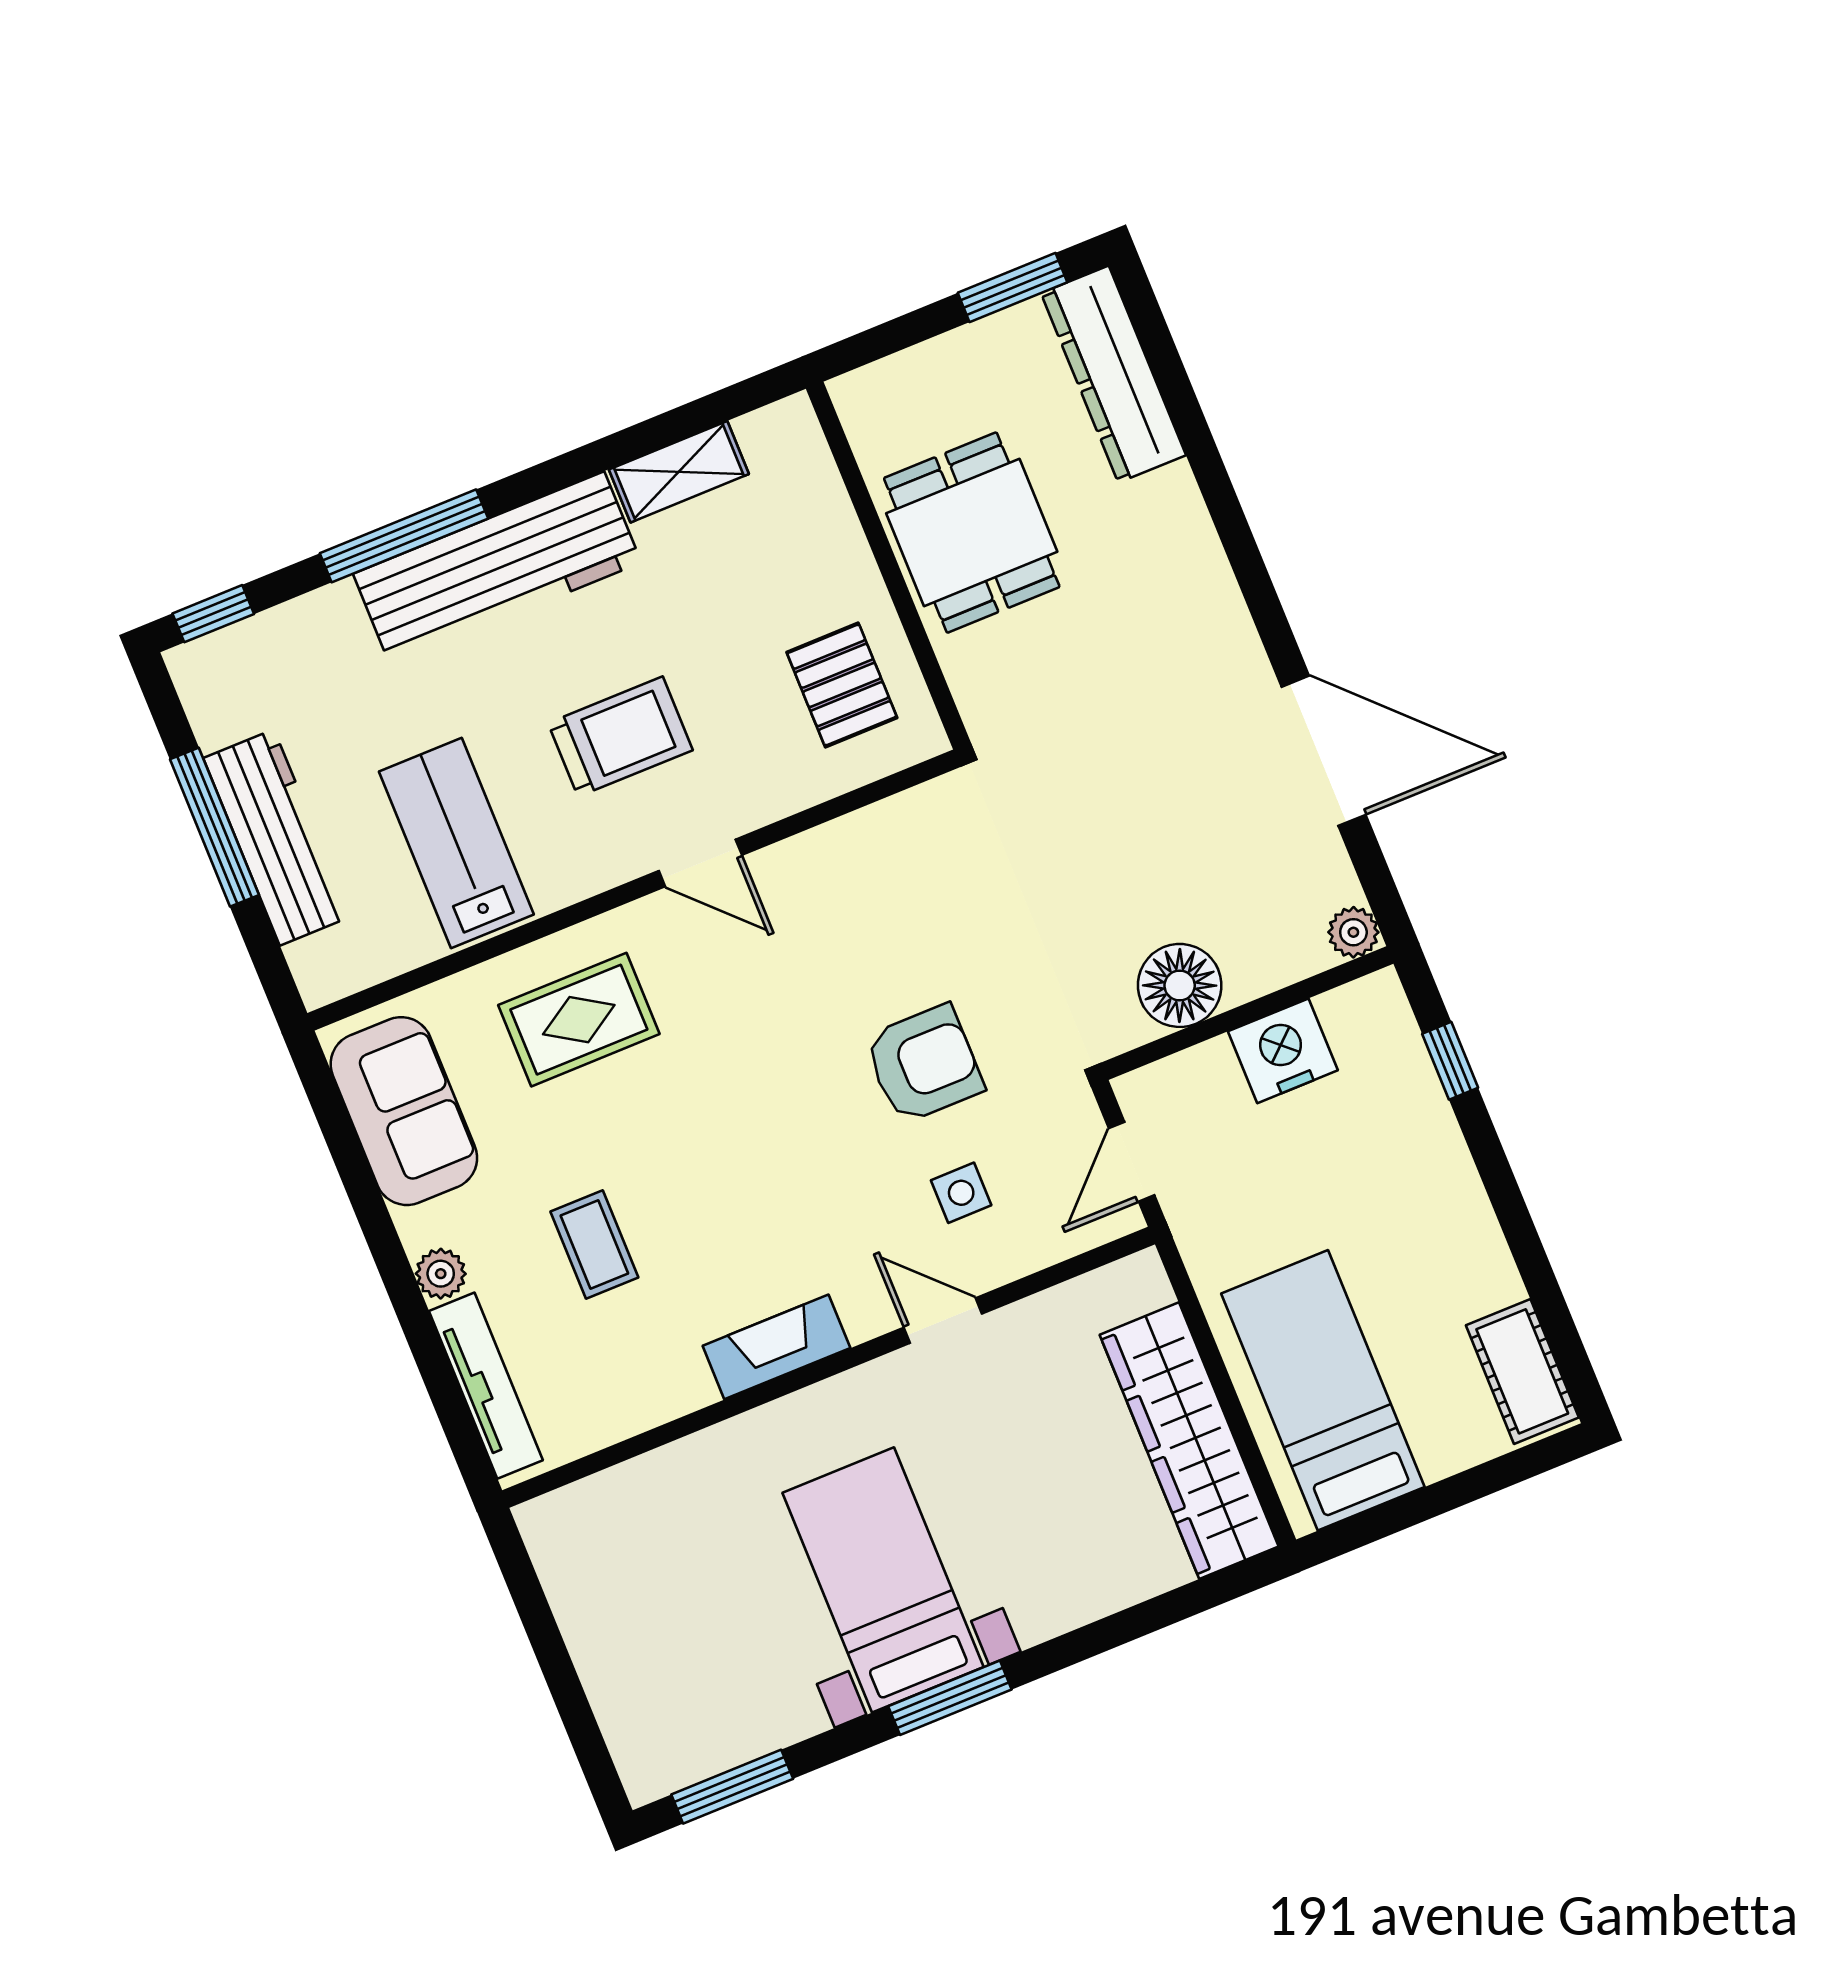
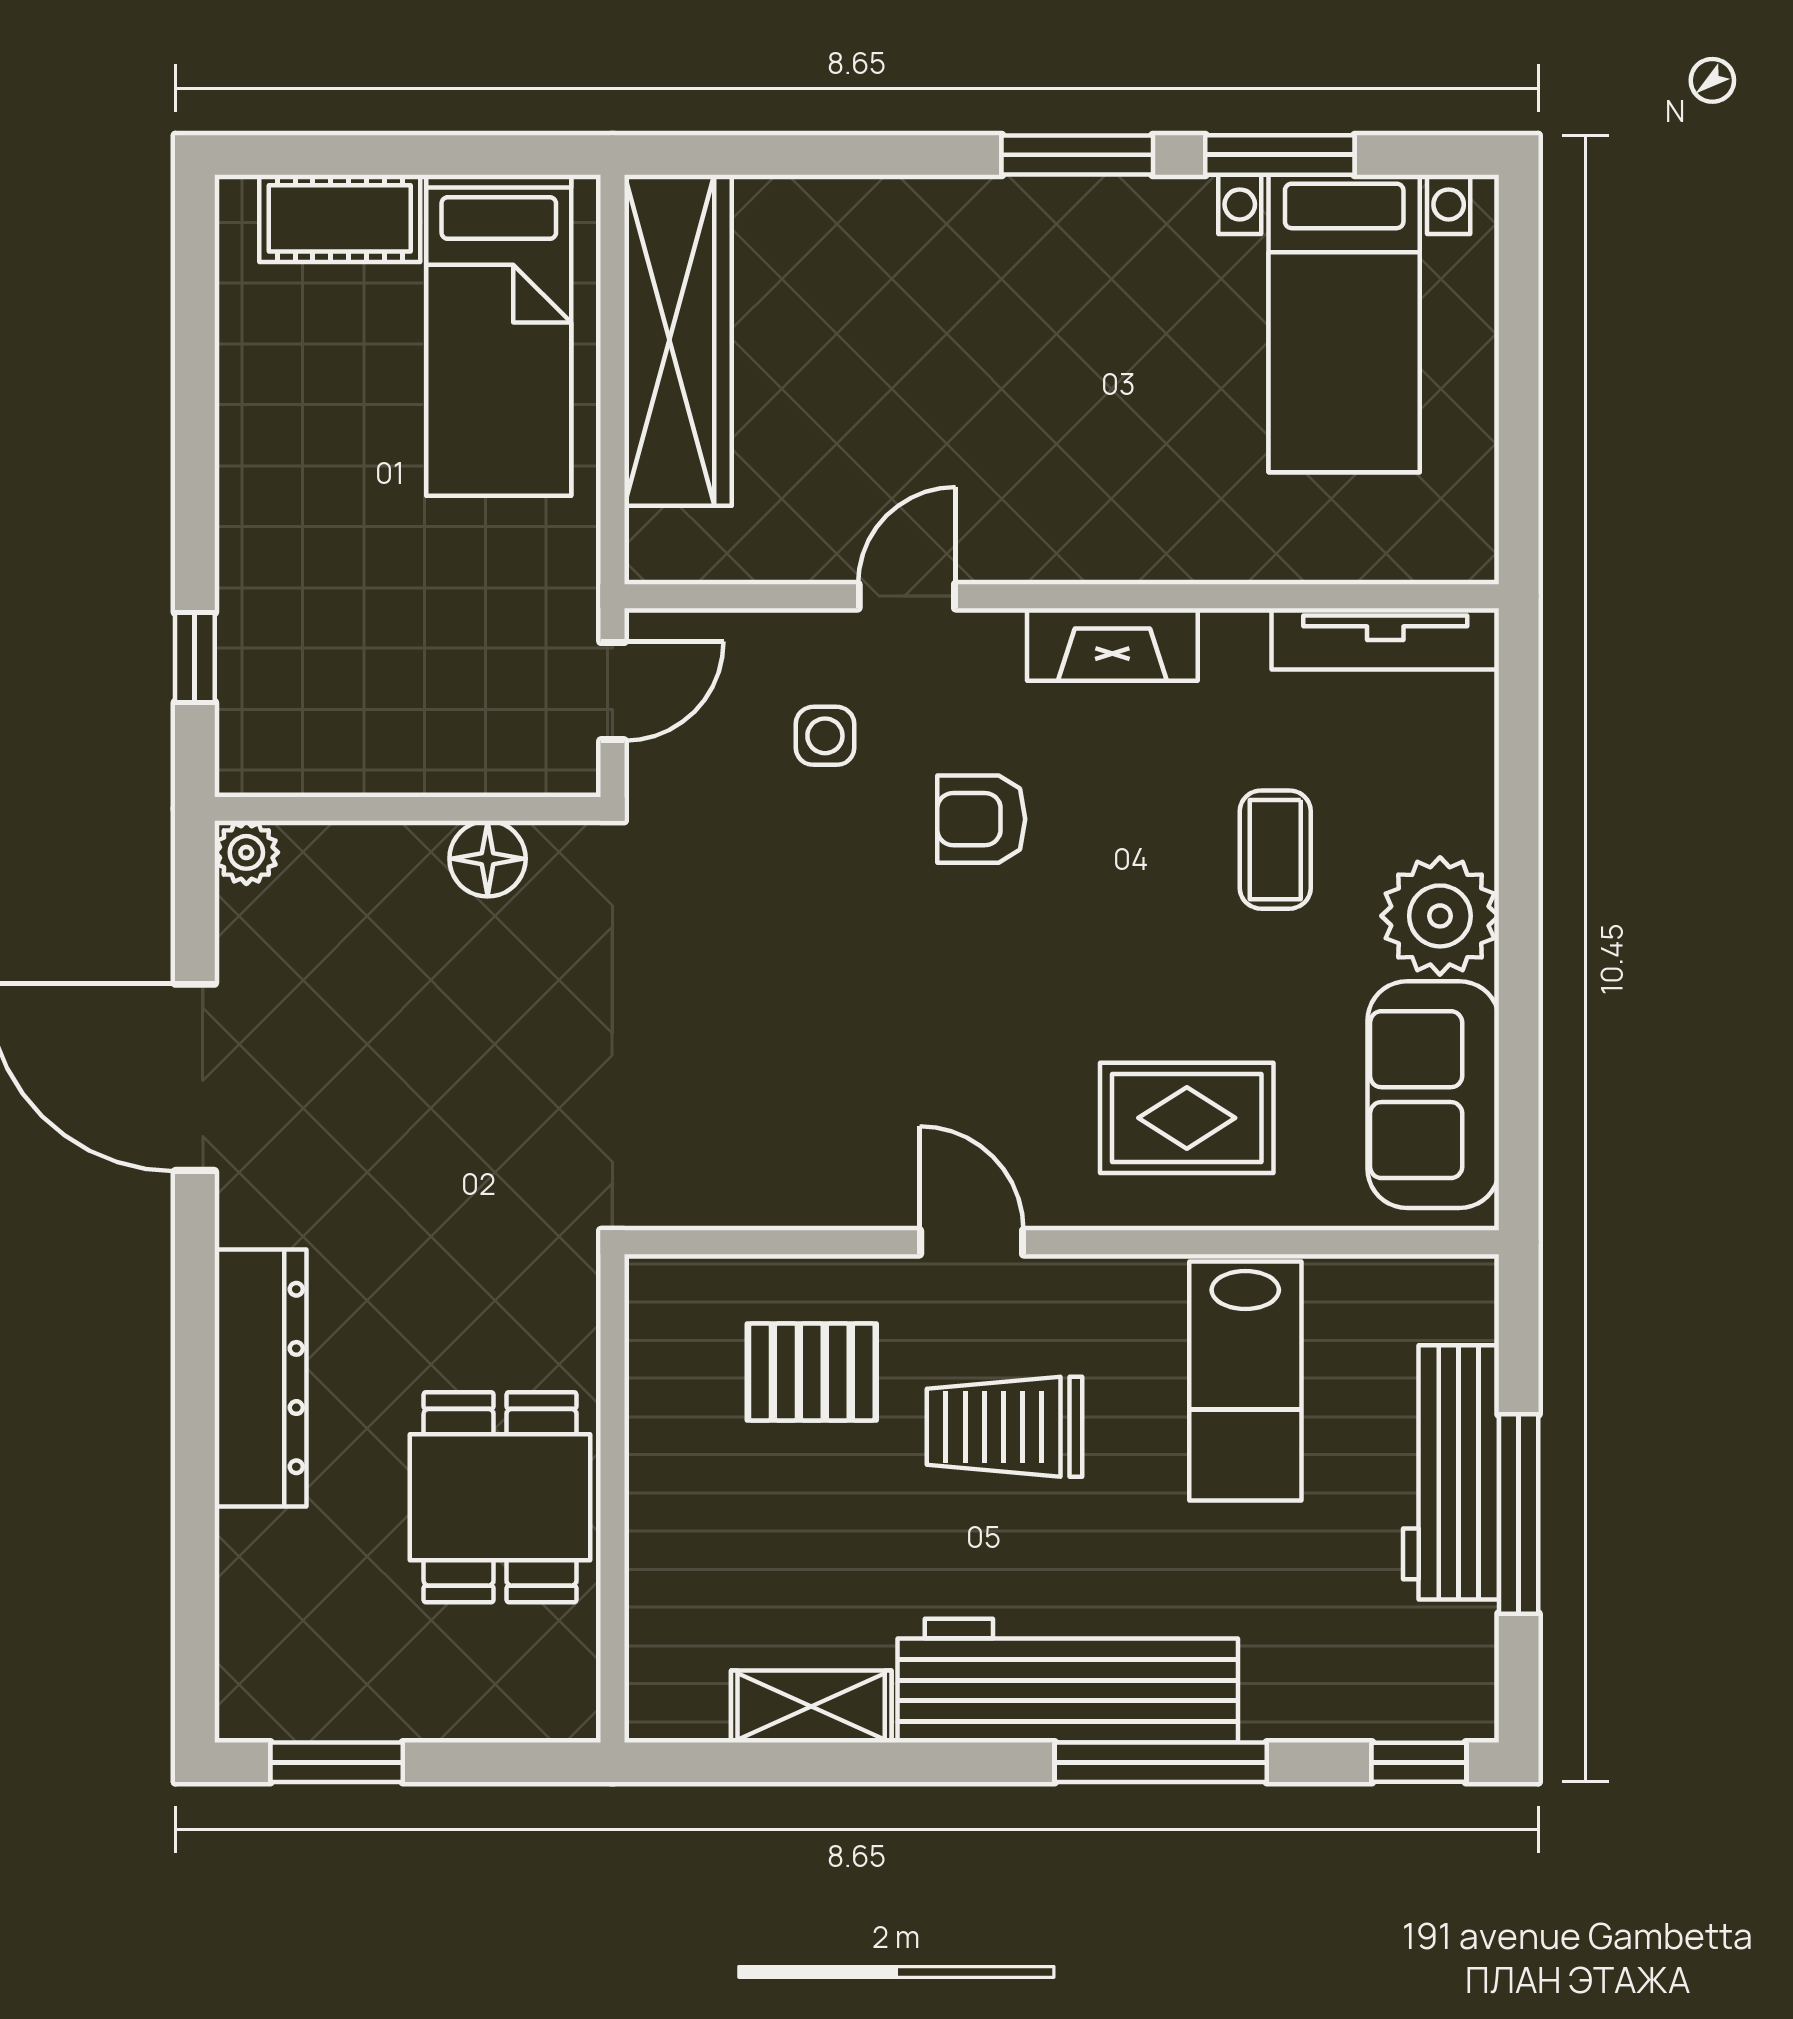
dresser: (1113, 374) -> (260, 1378), moved
pallet: (842, 685) -> (812, 1372), moved, turned 90
floor lamp: (1180, 985) -> (488, 859), width x0.73, depth x0.73
nightstand: (1283, 1051) -> (384, 748), removed
armchair: (924, 1064) -> (981, 819), moved, width x0.72, depth x0.72
plant: (441, 1274) -> (1440, 916), width x1.88, depth x1.88
door: (943, 1321) -> (907, 596), swing flipped
cot: (1522, 1371) -> (340, 218), moved, turned 90
tv unit: (486, 1386) -> (1385, 639), moved, turned -90
bed with nightstands: (883, 1580) -> (1344, 324), moved
window: (732, 1787) -> (1280, 155), moved

